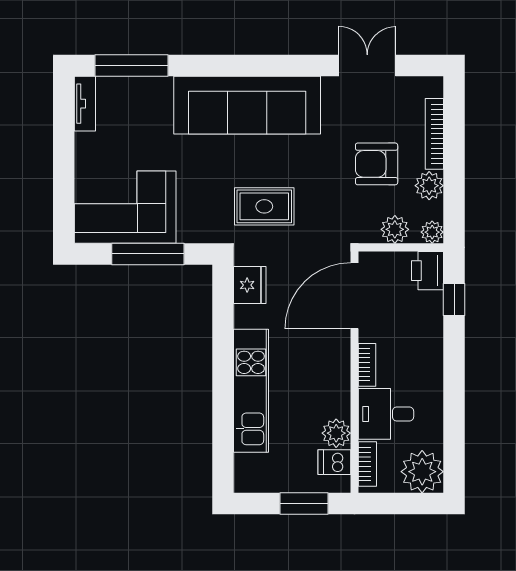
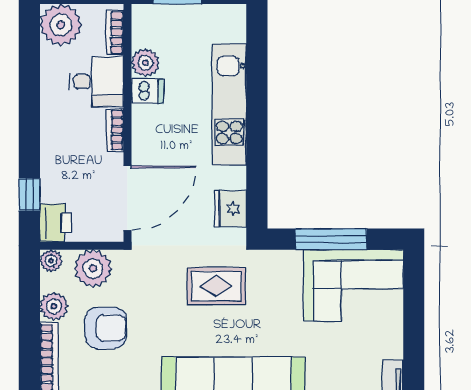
plant: (395, 229) -> (93, 268), width x1.36, depth x1.36
dishwasher: (334, 462) -> (147, 91), moved

